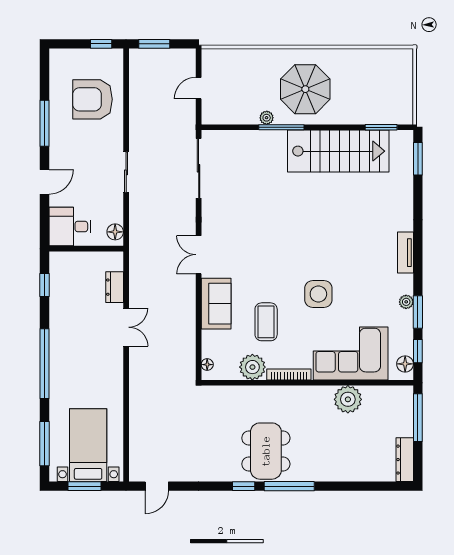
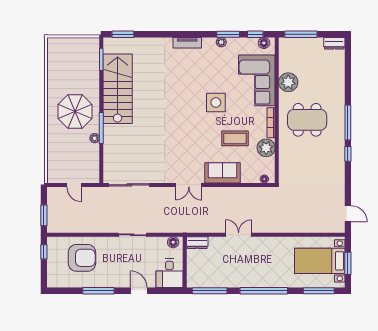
armchair: (92, 99) -> (82, 258), turned -90
window: (44, 285) -> (210, 291), width x2.17
dresser: (115, 287) -> (197, 243), moved
dining table: (266, 451) -> (307, 120), moved
dresser: (405, 460) -> (334, 43), width x0.70

